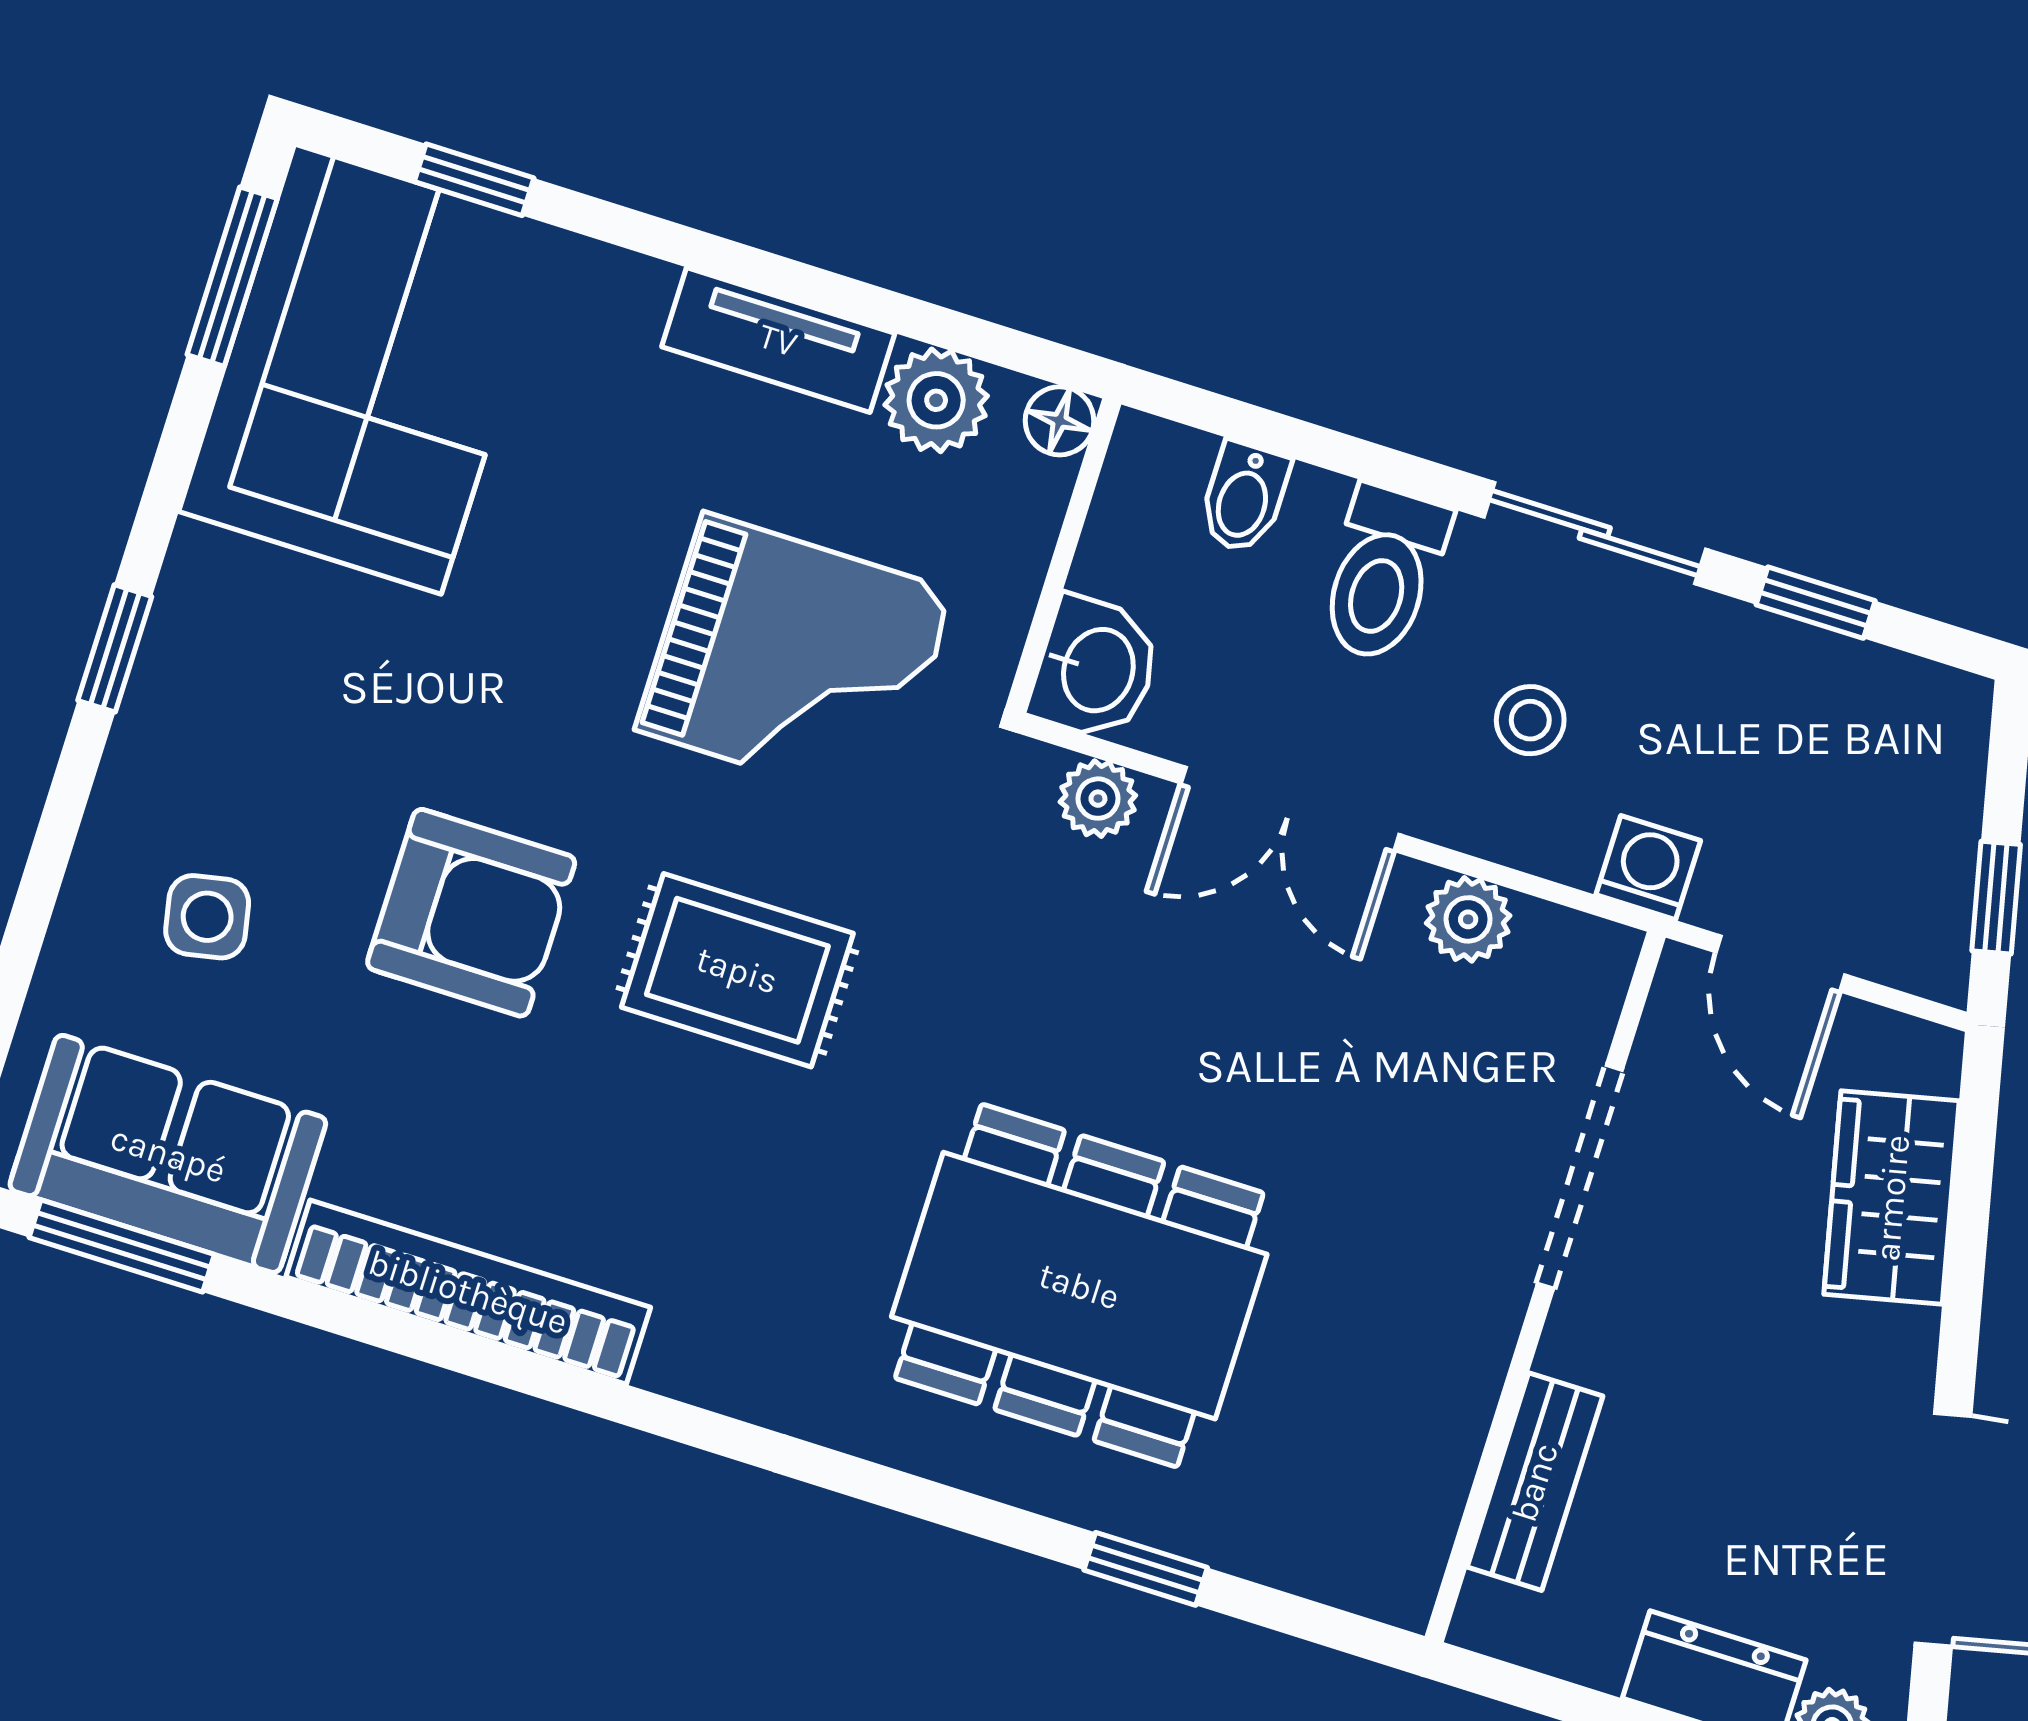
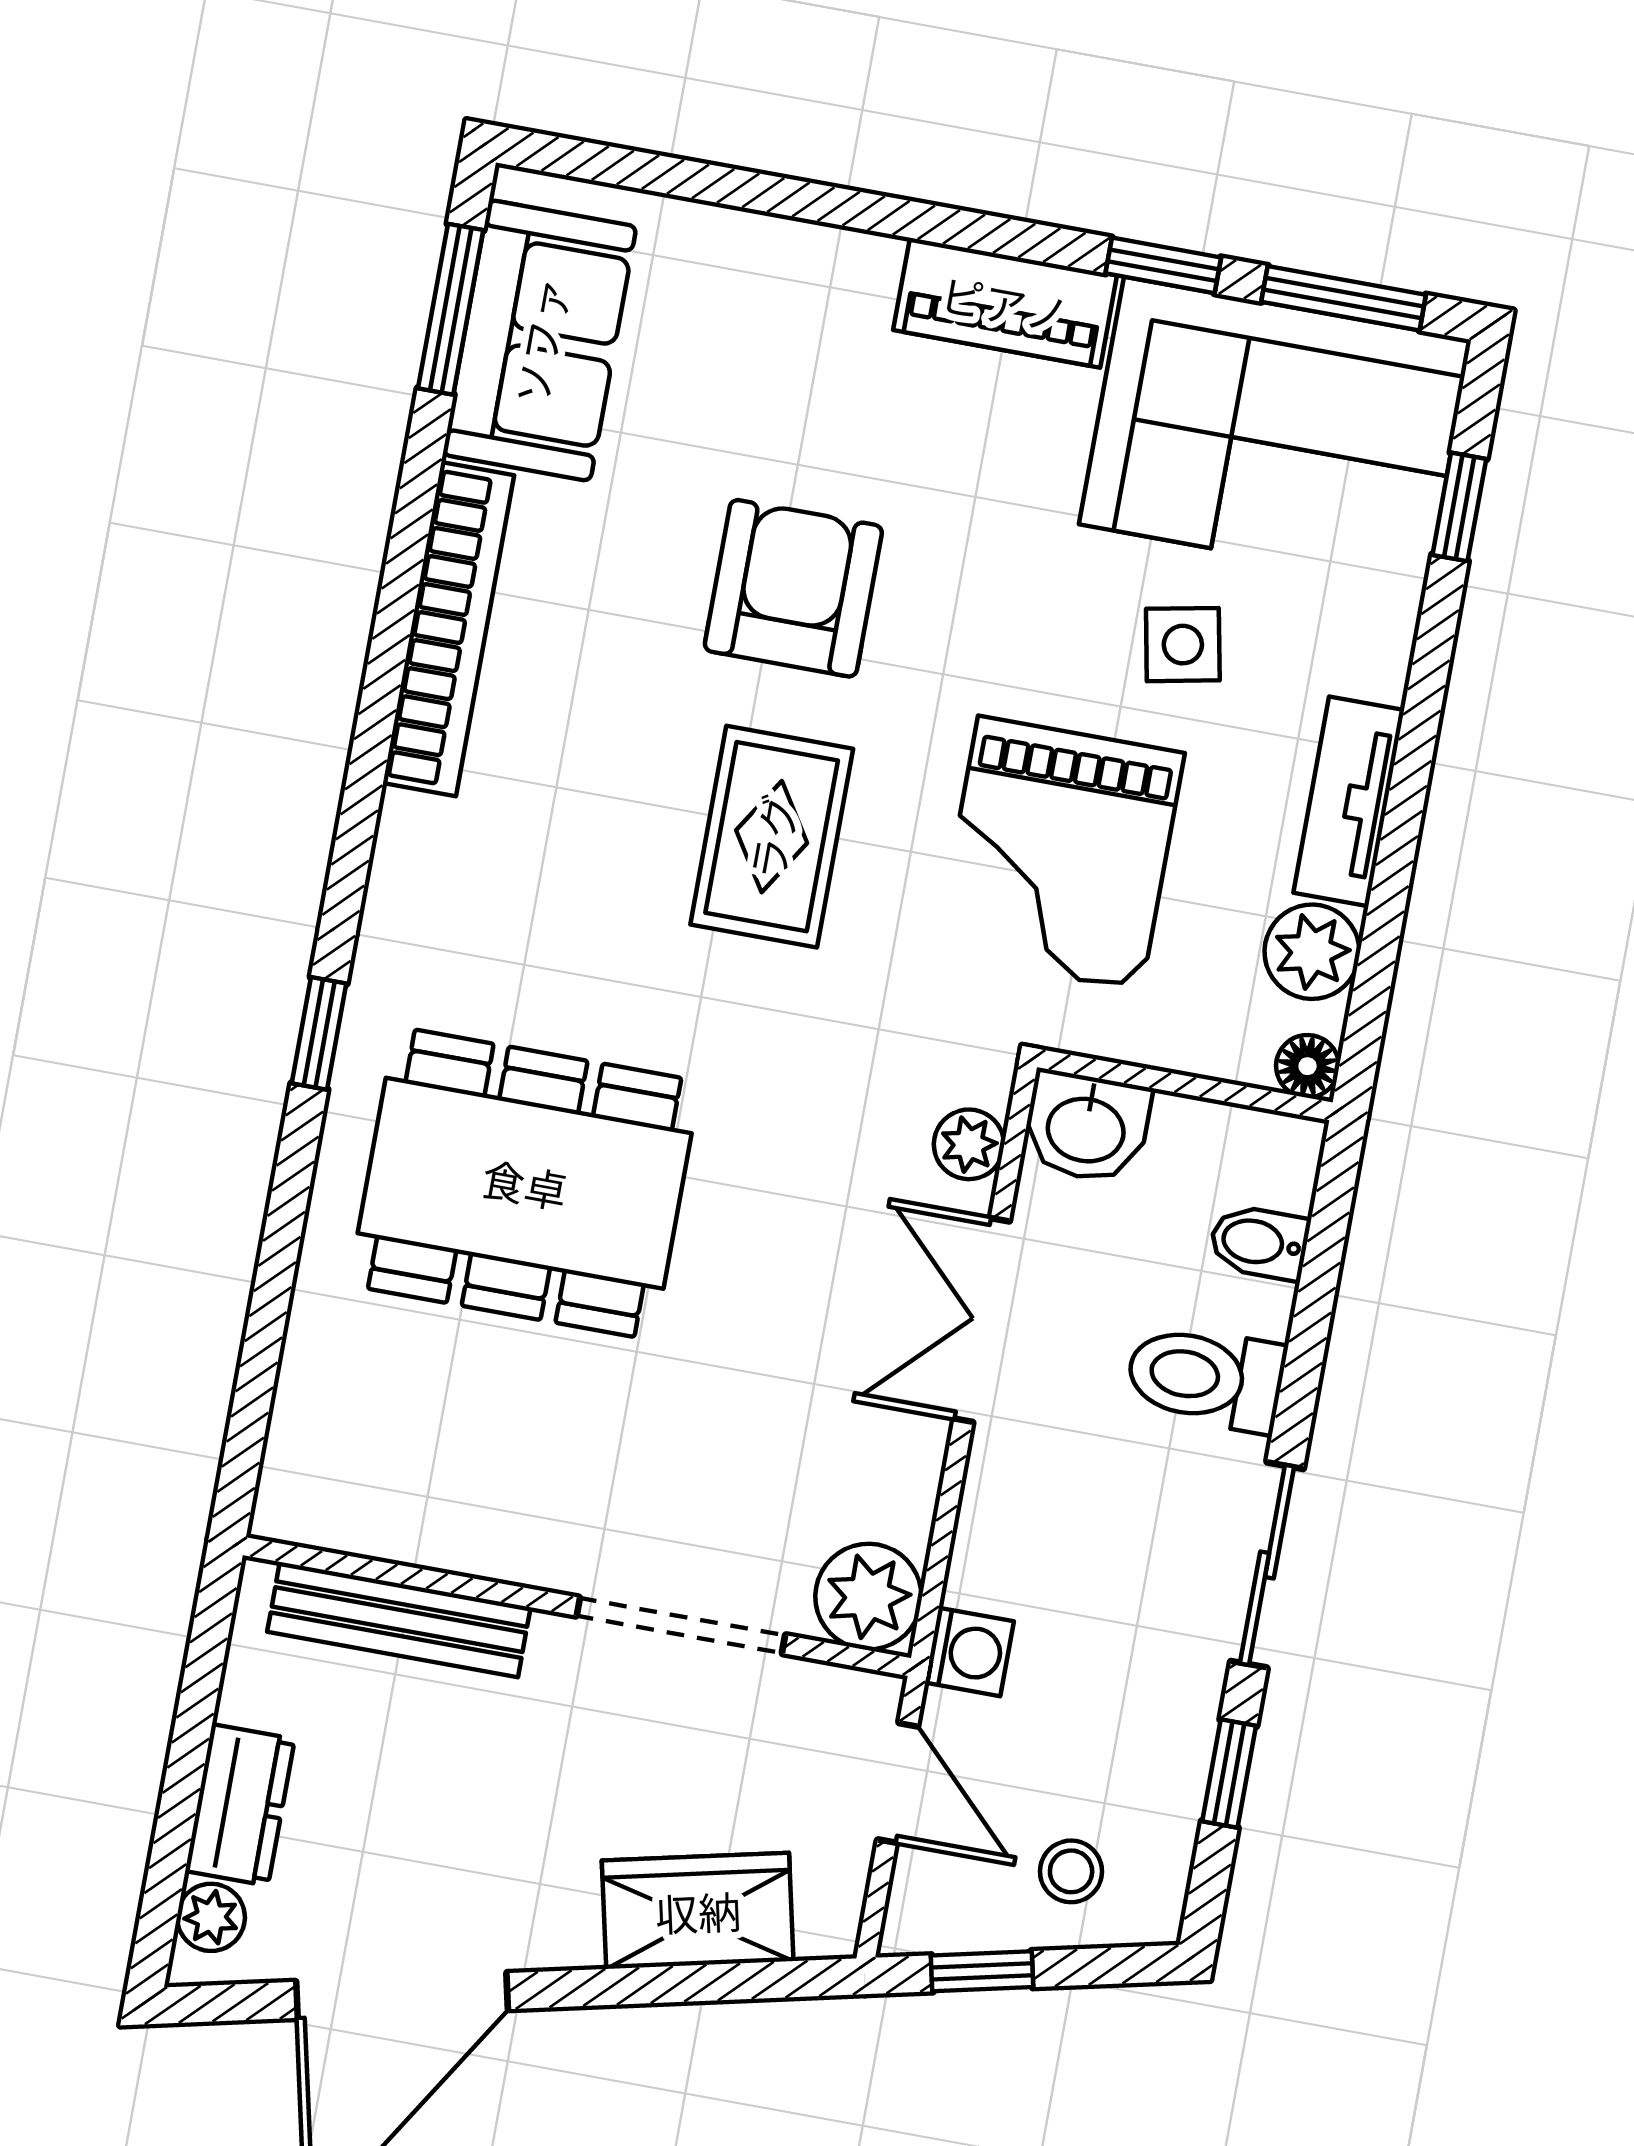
piano: (191, 644) -> (1005, 303), added
window: (115, 648) -> (1163, 265), moved
stool: (1530, 720) -> (1071, 1871), moved
armchair: (471, 913) -> (793, 588), turned 180
side table: (207, 917) -> (1183, 645), moved
plant: (1468, 919) -> (868, 1597), moved, width x1.38, depth x1.38
door: (1780, 963) -> (898, 1783), swing flipped
dining table: (1079, 1286) -> (525, 1183), turned 90
bench: (1535, 1482) -> (399, 1620), width x1.36
window: (1146, 1569) -> (319, 1033), moved

